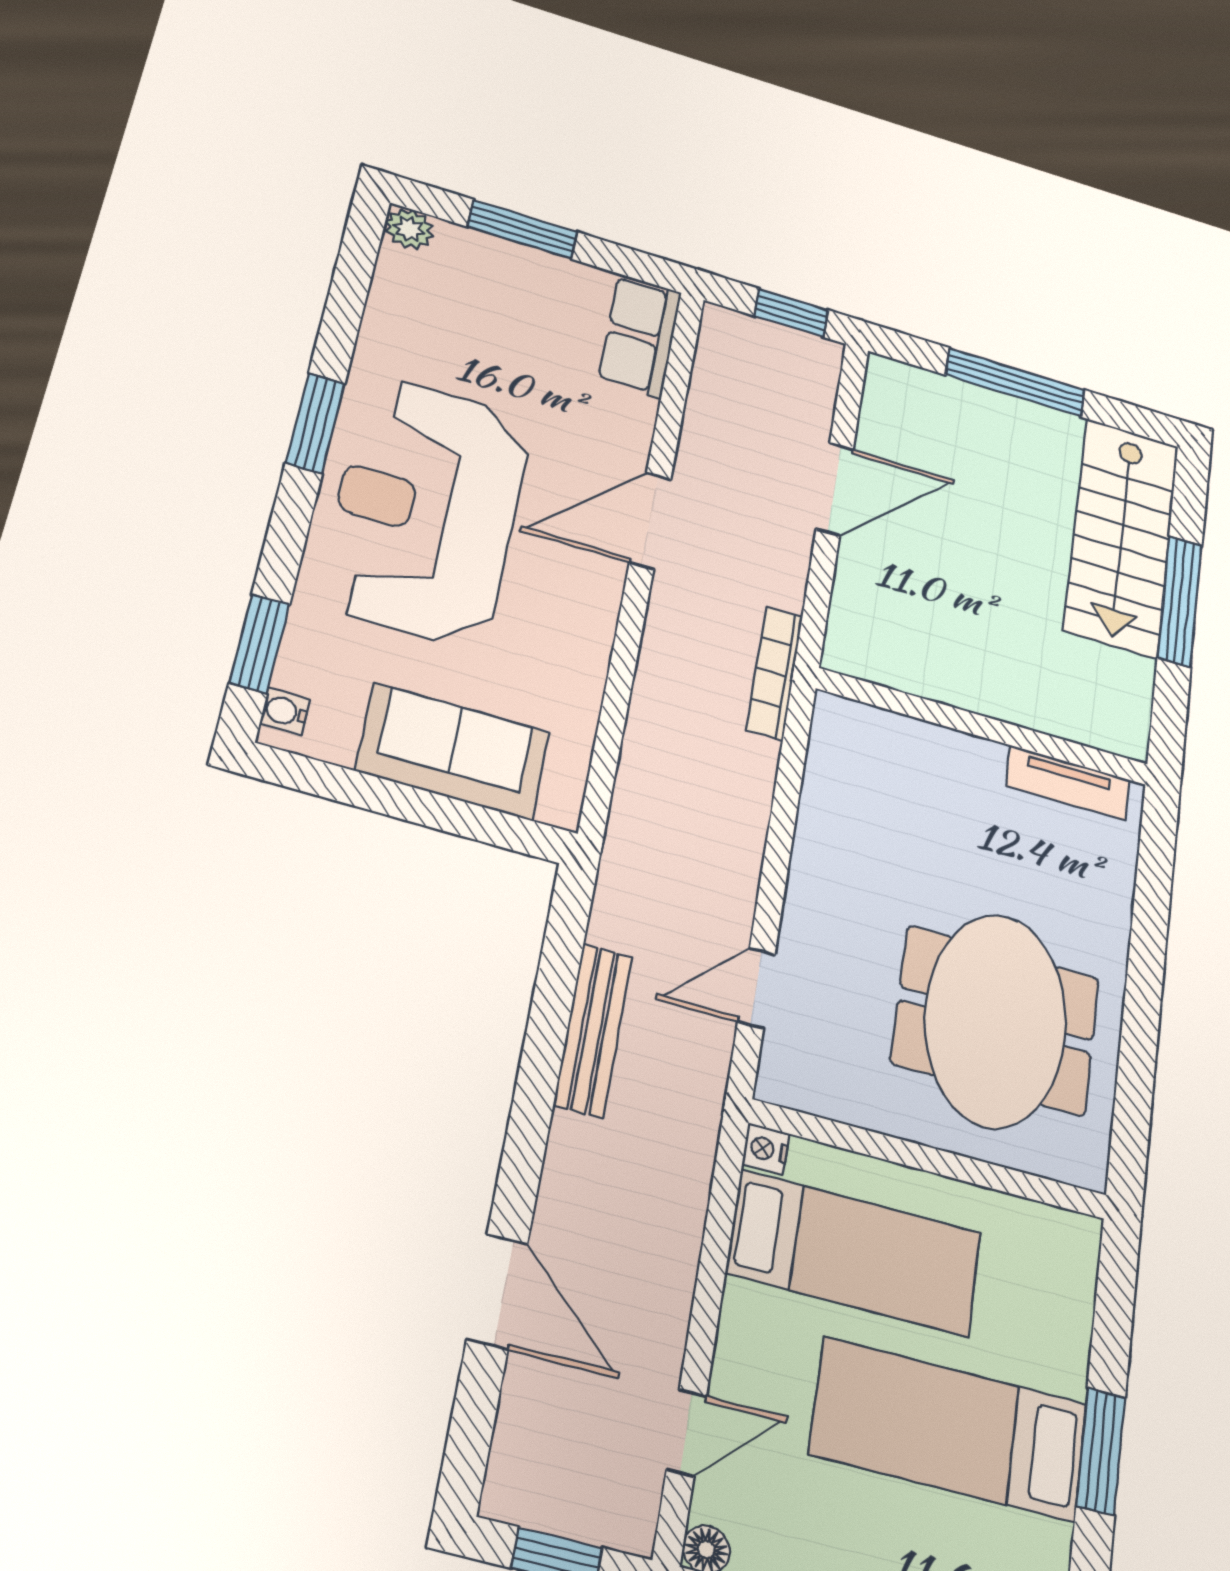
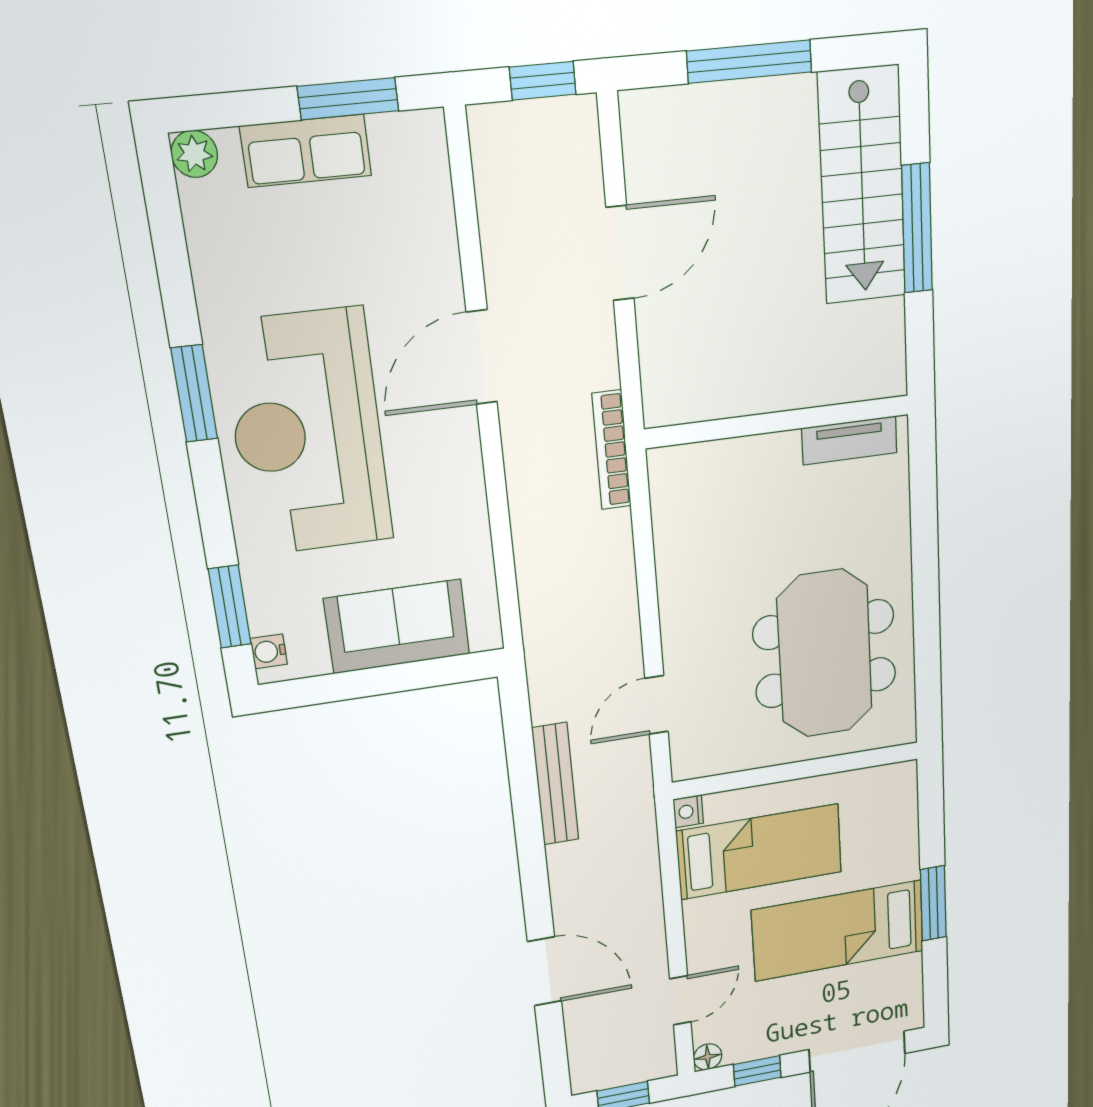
window: (522, 229) -> (348, 99), moved
row of seats: (640, 336) -> (306, 151), moved, turned -90

